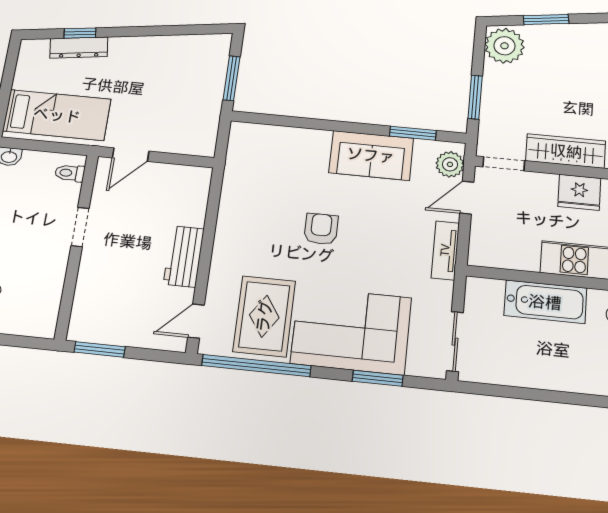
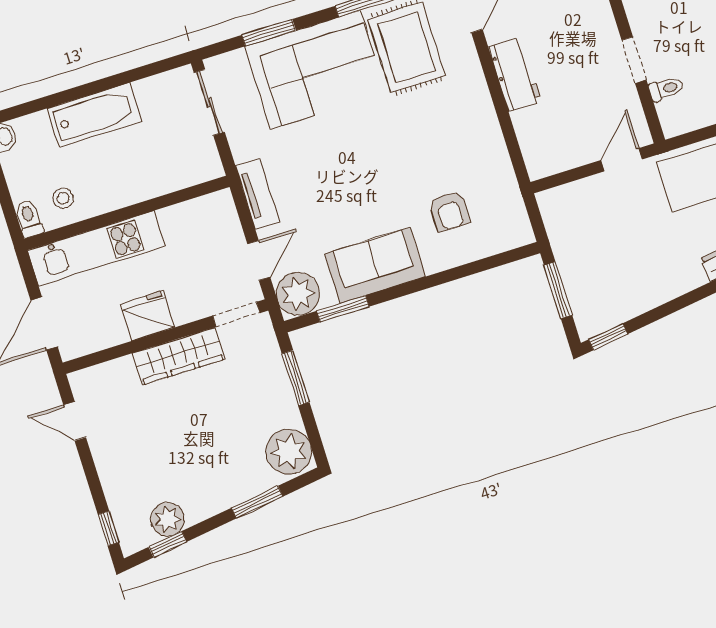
window: (209, 29) -> (608, 337), added
plant: (450, 164) -> (298, 294), width x1.36, depth x1.36
toilet: (70, 173) -> (666, 89), moved
armchair: (321, 229) -> (449, 211), moved
bathtub: (545, 302) -> (94, 115), moved, turned 180

